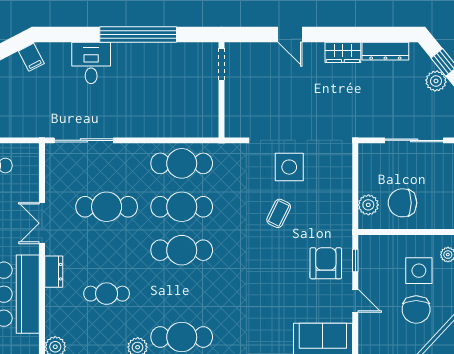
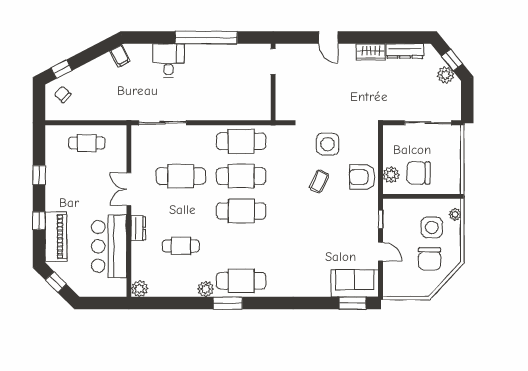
armchair: (326, 263) -> (362, 177), moved, turned -90

